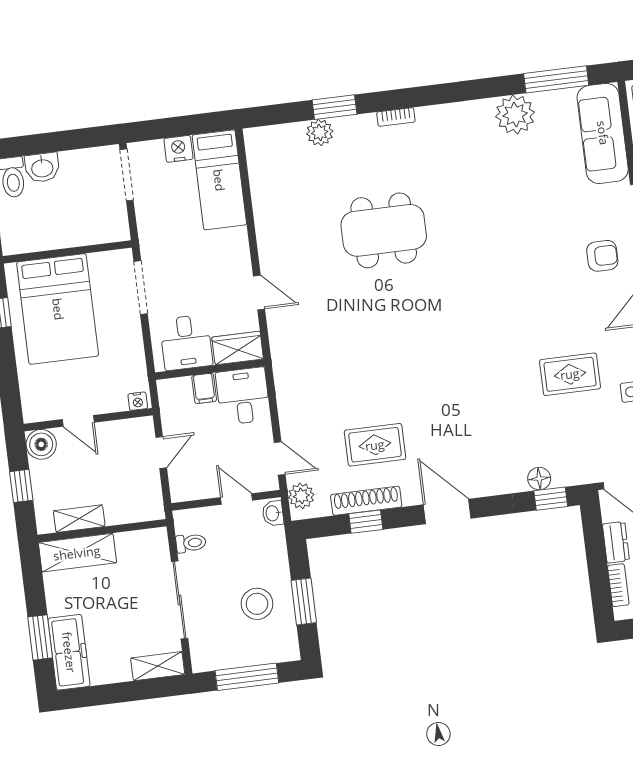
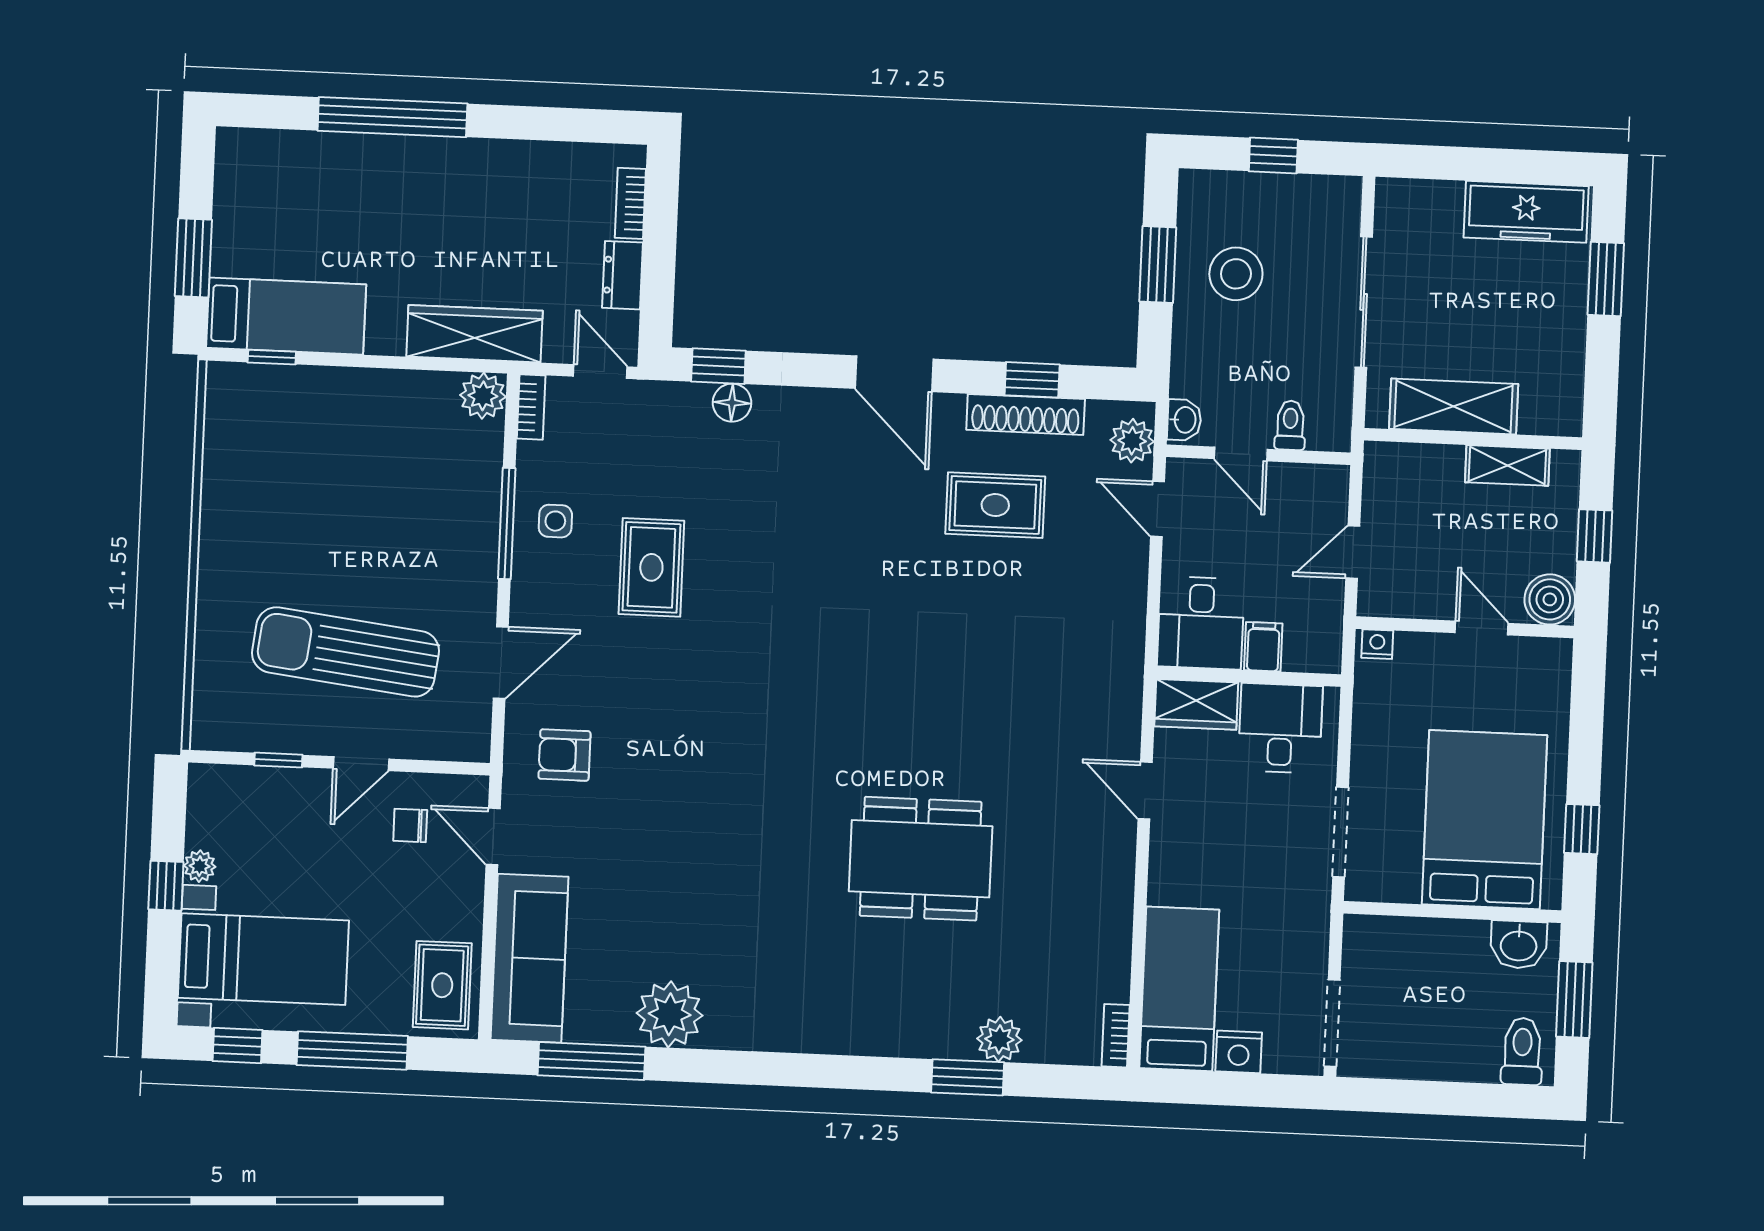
bookcase: (396, 117) -> (1116, 1036), moved, turned -90
washbasin: (42, 168) -> (1519, 945), moved, turned 180
rug: (570, 374) -> (651, 567), turned 90
toilet: (191, 543) -> (1290, 425), moved, turned 90
shelving: (77, 553) -> (1454, 406), moved
freezer: (69, 652) -> (1526, 212), moved, turned -90
shelving: (158, 666) -> (1419, 198), removed
window: (247, 677) -> (1273, 156), width x0.46

